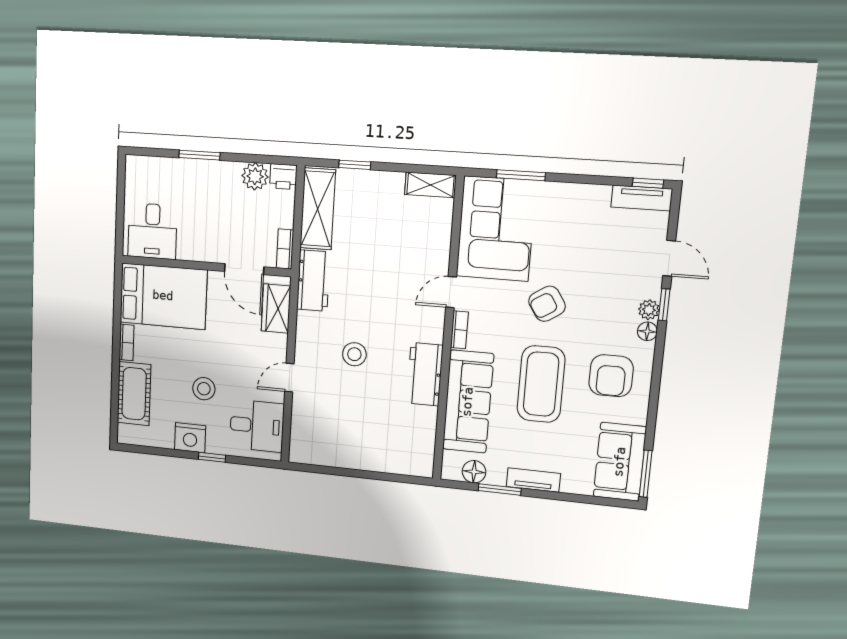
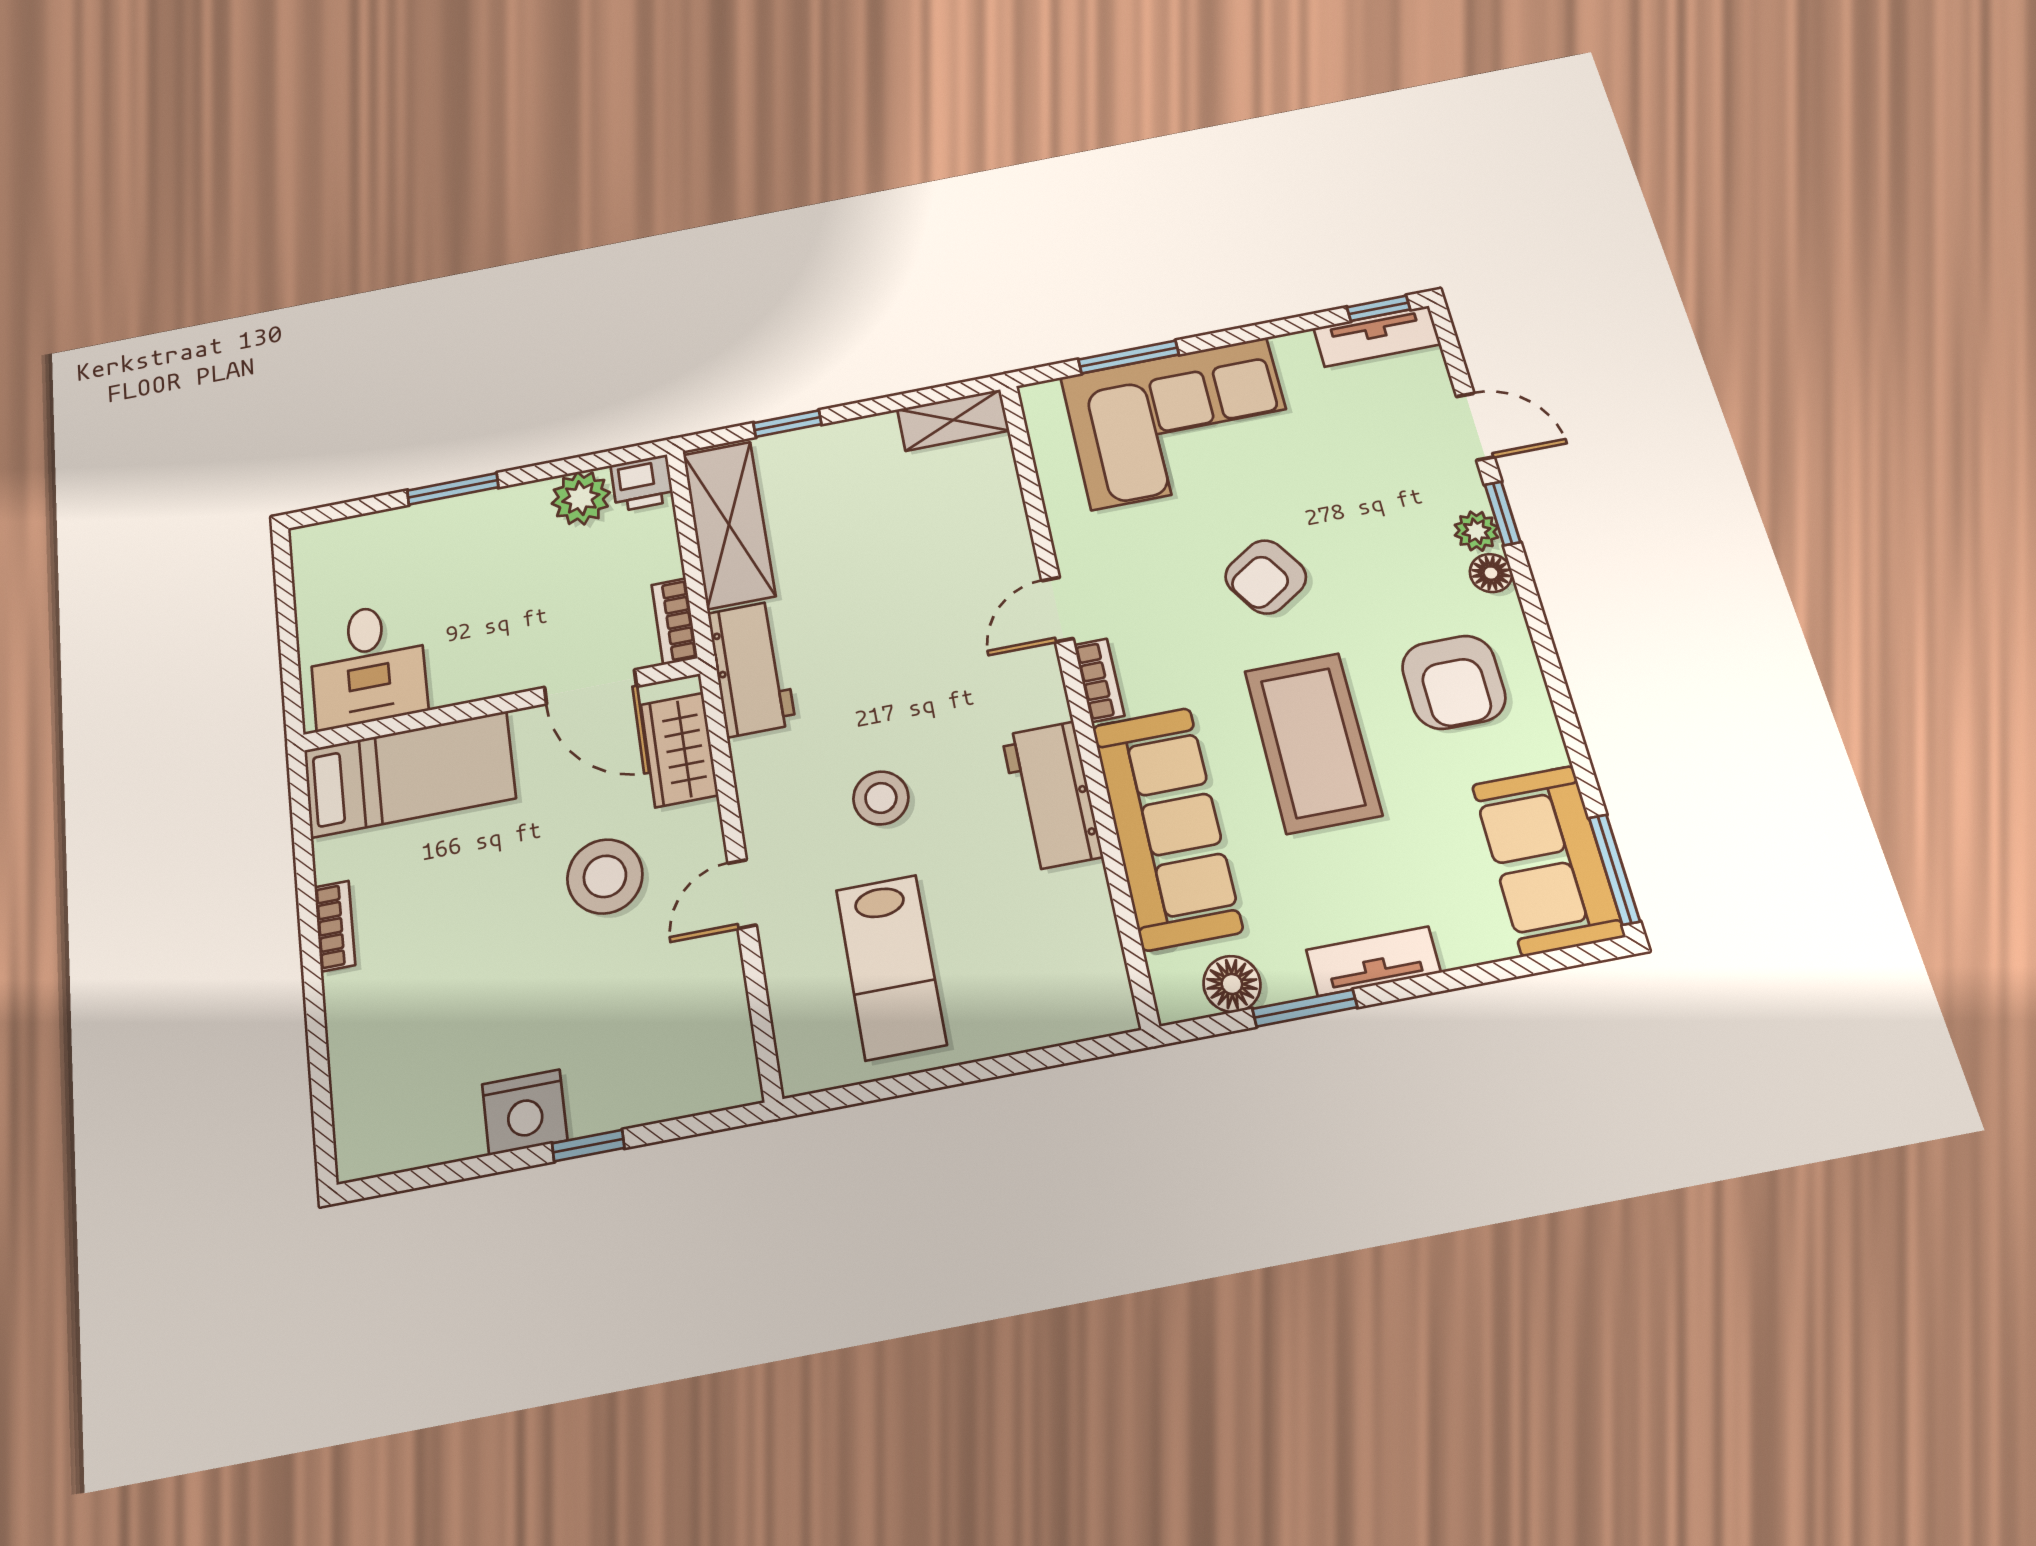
corner sofa: (496, 229) -> (1180, 423), moved, turned 90
bed: (163, 296) -> (409, 774), width x0.67
stool: (204, 389) -> (605, 876), moved, width x1.38, depth x1.38
cot: (134, 394) -> (367, 1044), removed
lab bench: (342, 425) -> (891, 967), added
desk: (257, 426) -> (687, 1031), removed

